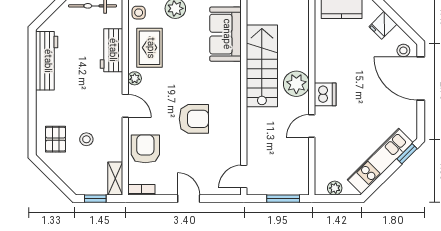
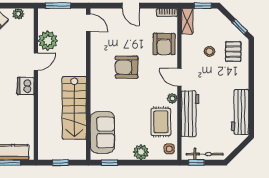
workbench: (112, 50) -> (190, 114), width x1.38
plant: (296, 84) -> (48, 41), moved
window: (47, 171) -> (240, 27), added
door: (244, 177) -> (88, 23), hinge flipped

